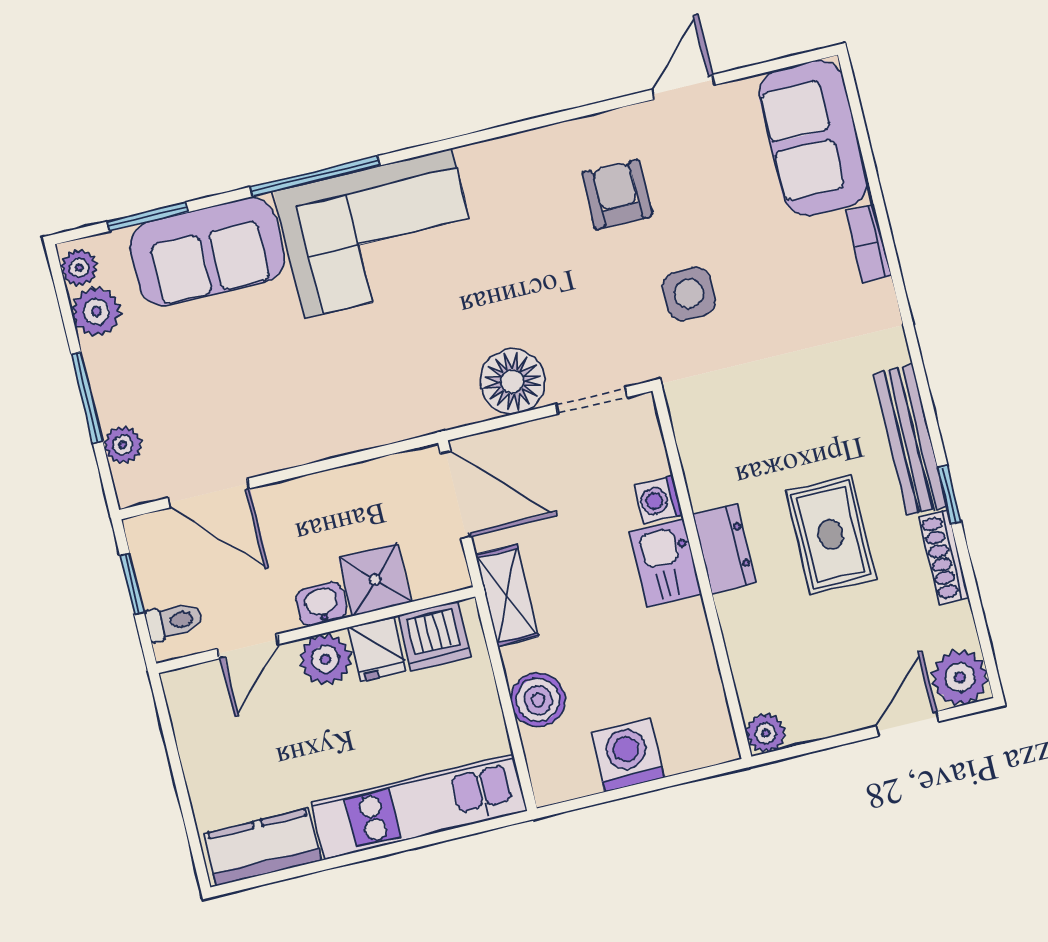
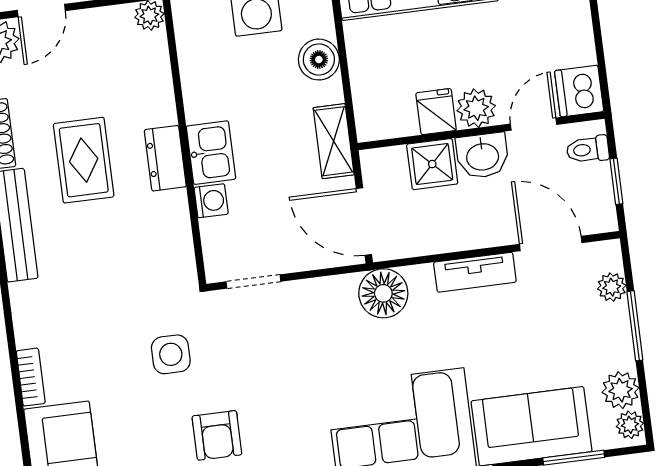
floor lamp: (512, 382) -> (383, 293), moved
tv unit: (304, 445) -> (475, 272), added
washbasin: (321, 604) -> (482, 156), width x1.38, depth x1.45
dishwasher: (434, 636) -> (579, 91), moved, turned -90

